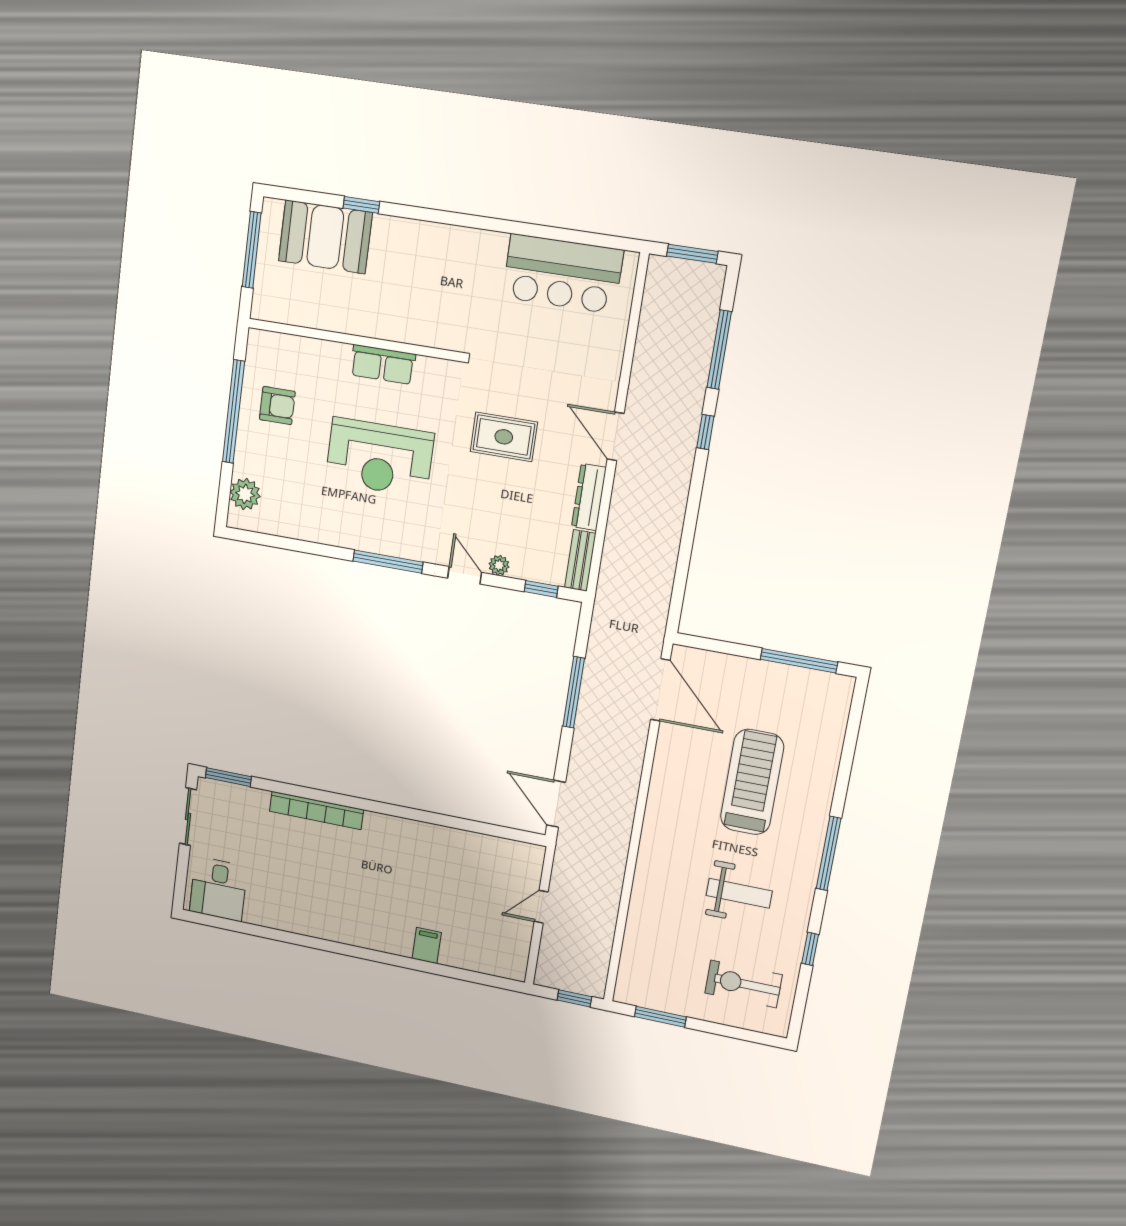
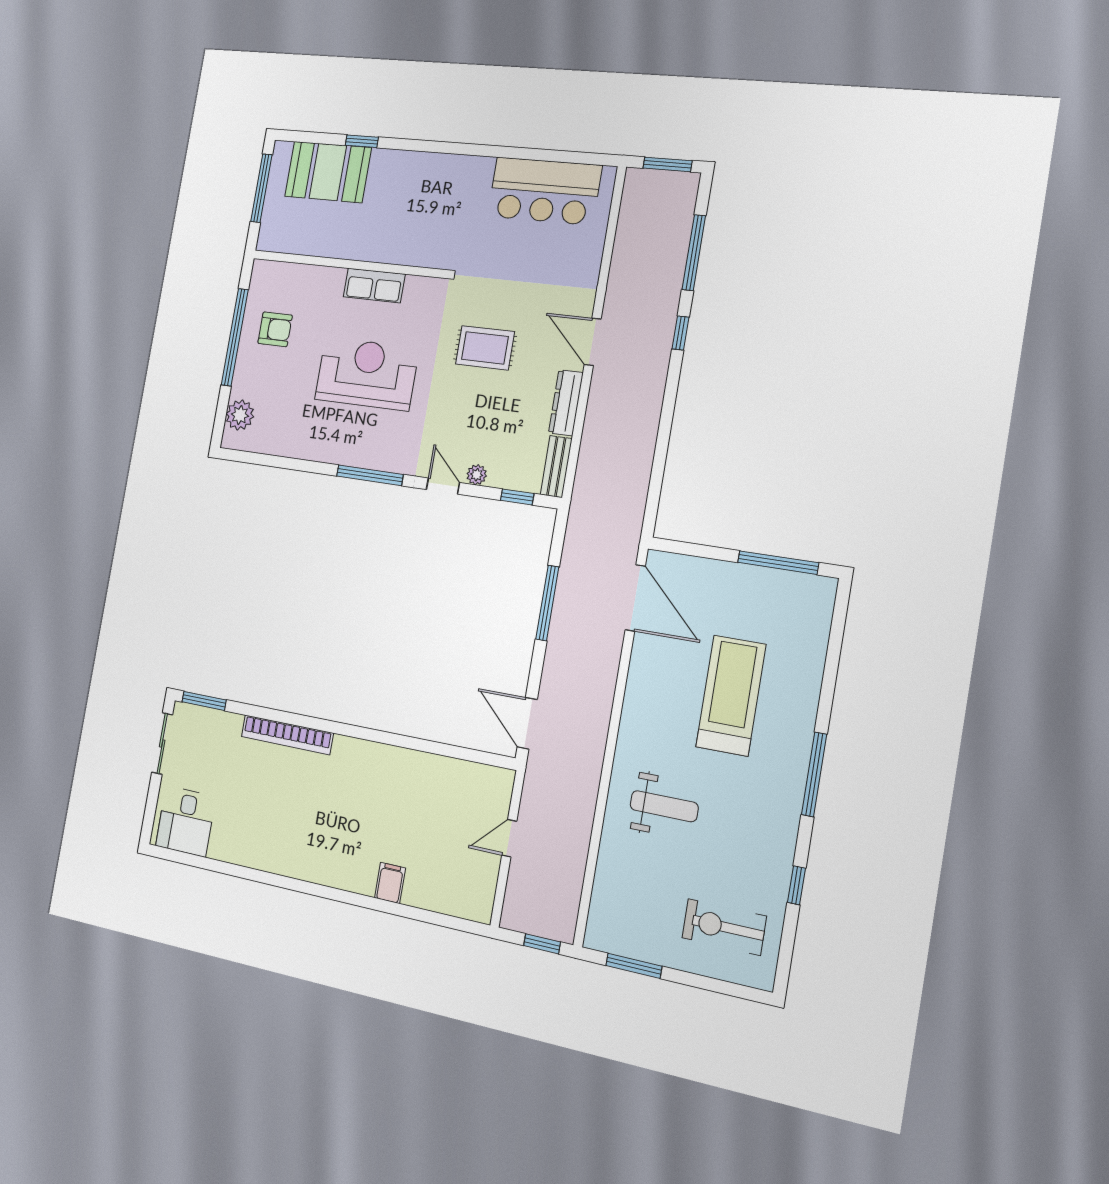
reception desk: (379, 457) -> (367, 374), turned 180
weight bench: (739, 893) -> (664, 806), moved

